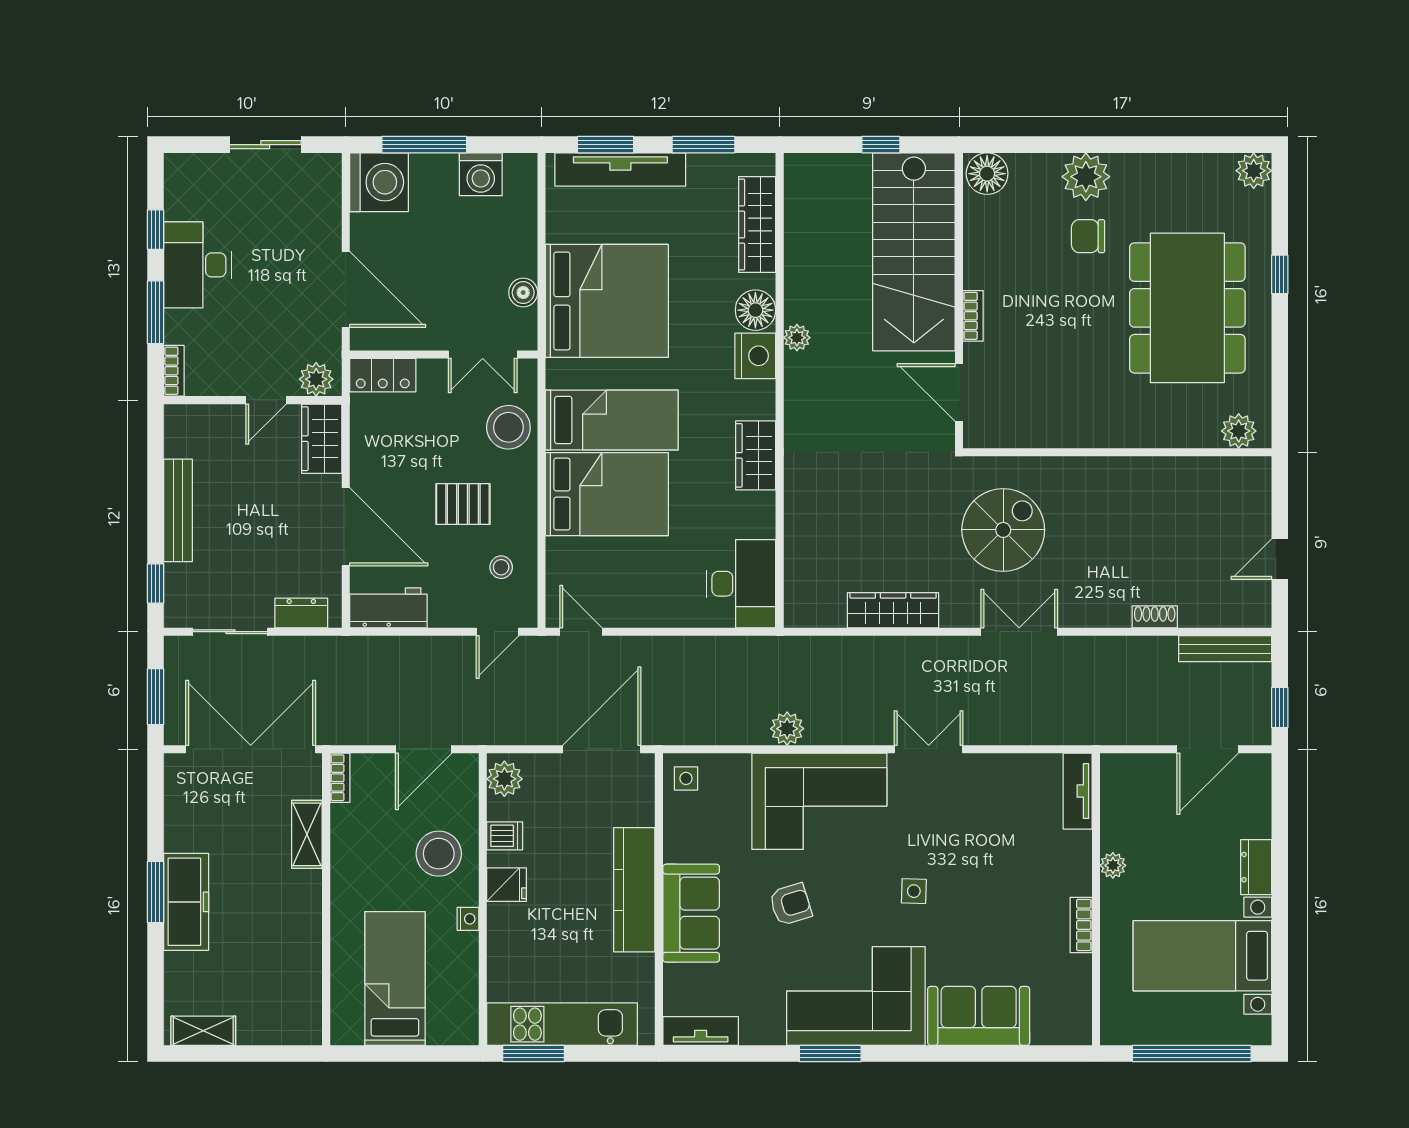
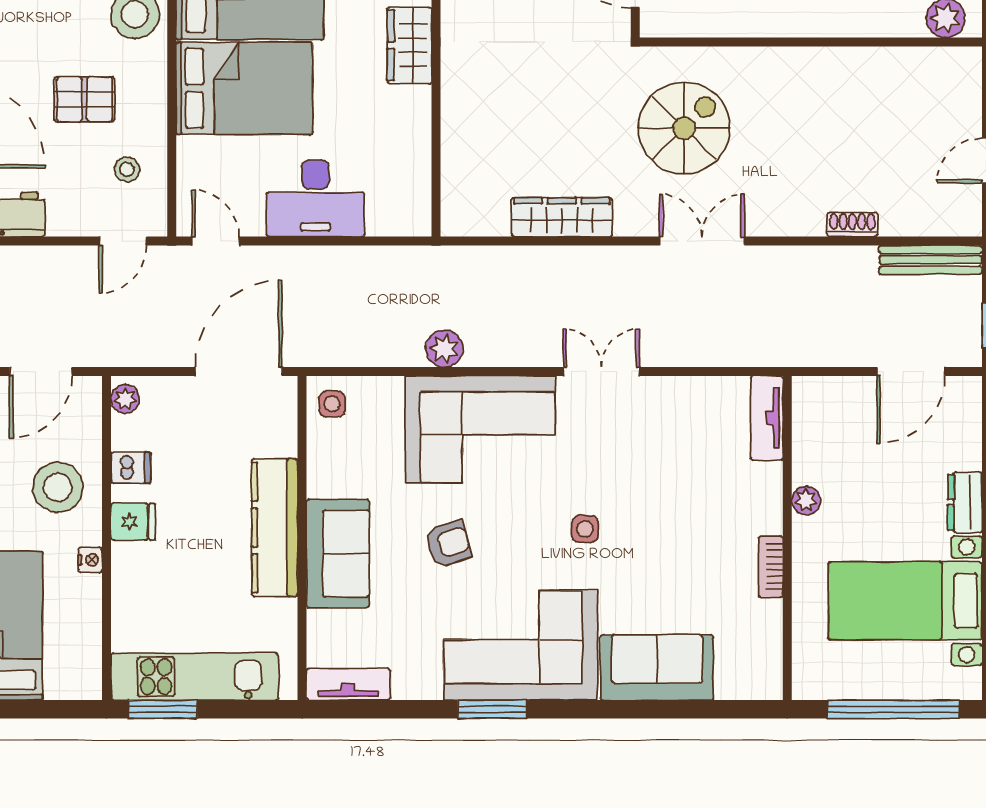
desk: (741, 584) -> (315, 198), moved, turned 90
plant: (504, 779) -> (125, 399), width x0.73, depth x0.73

